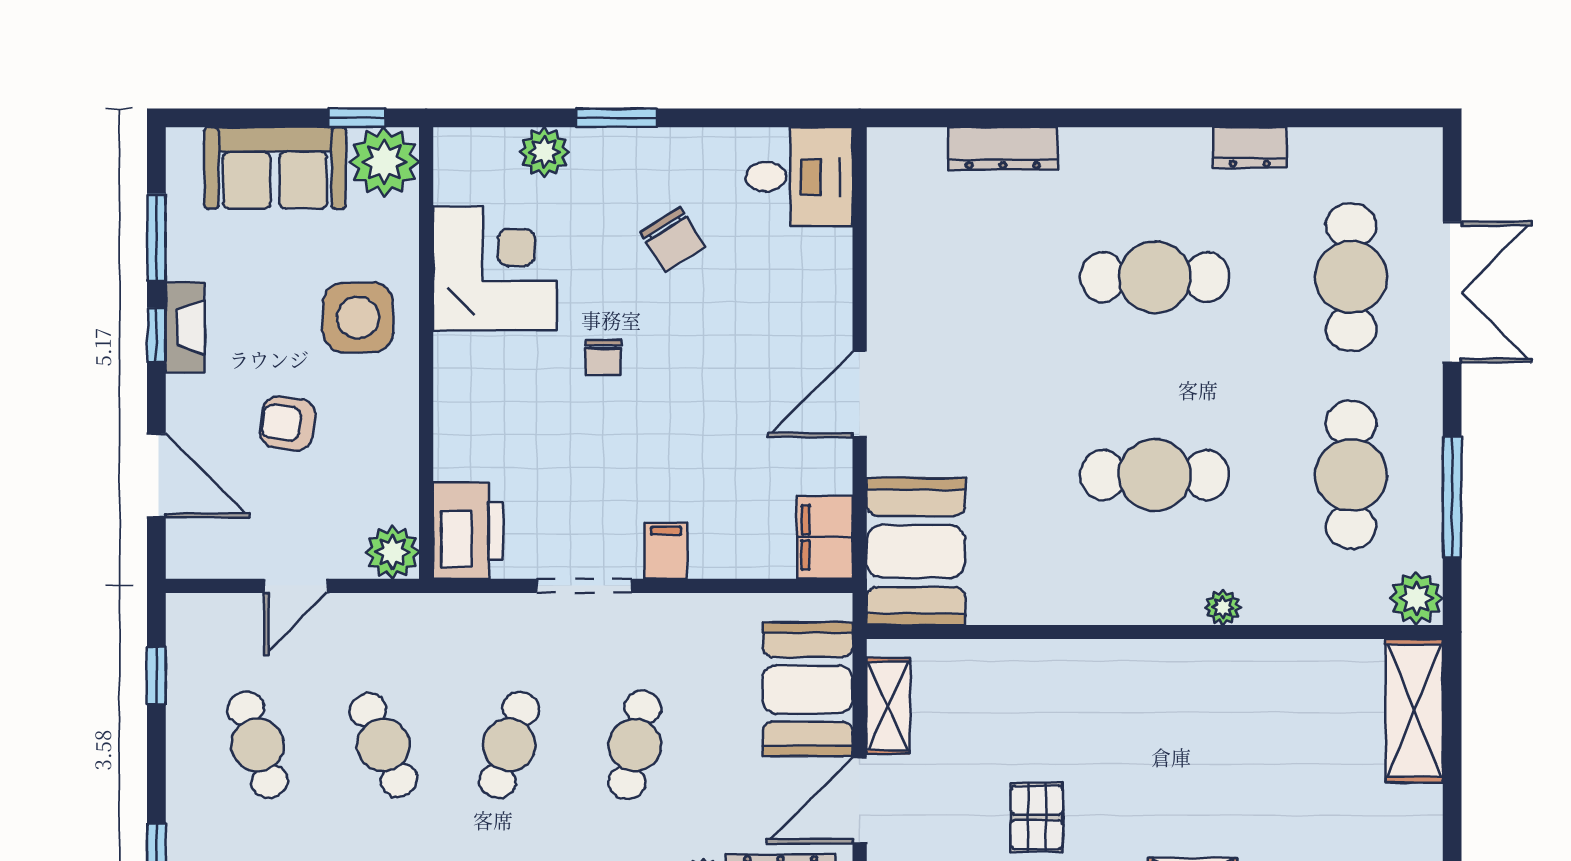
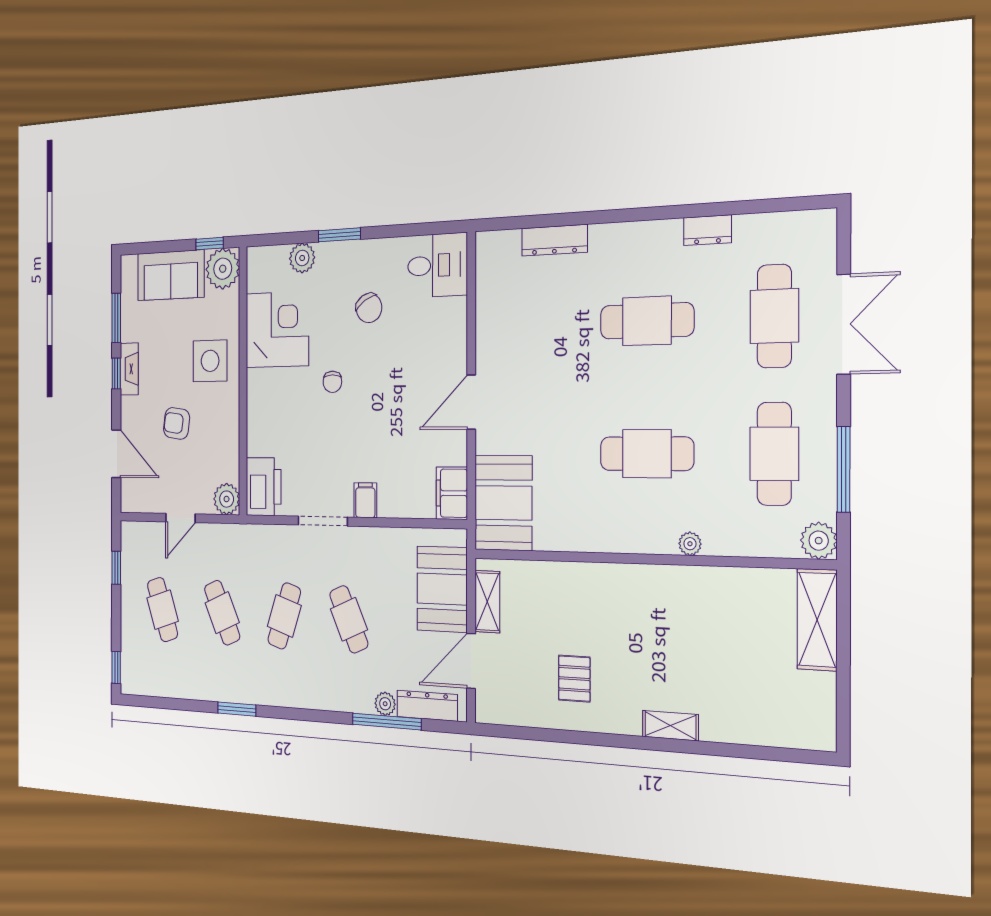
cafe table: (635, 745) -> (349, 619), turned -36

